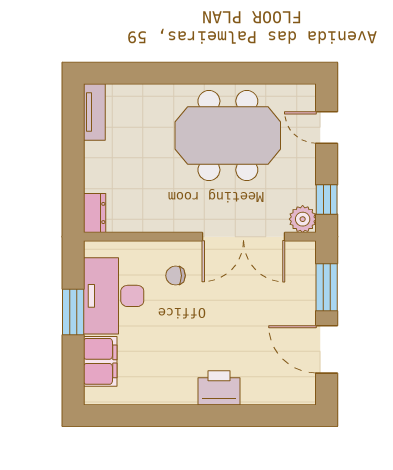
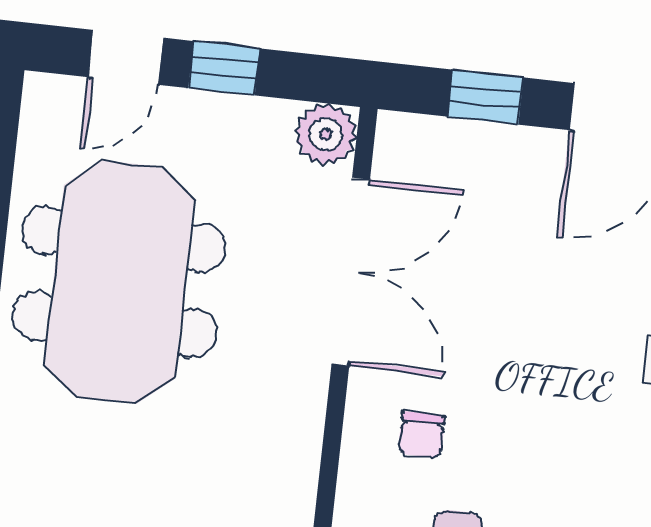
window: (327, 199) -> (224, 68), moved
window: (327, 287) -> (485, 97), width x0.67

